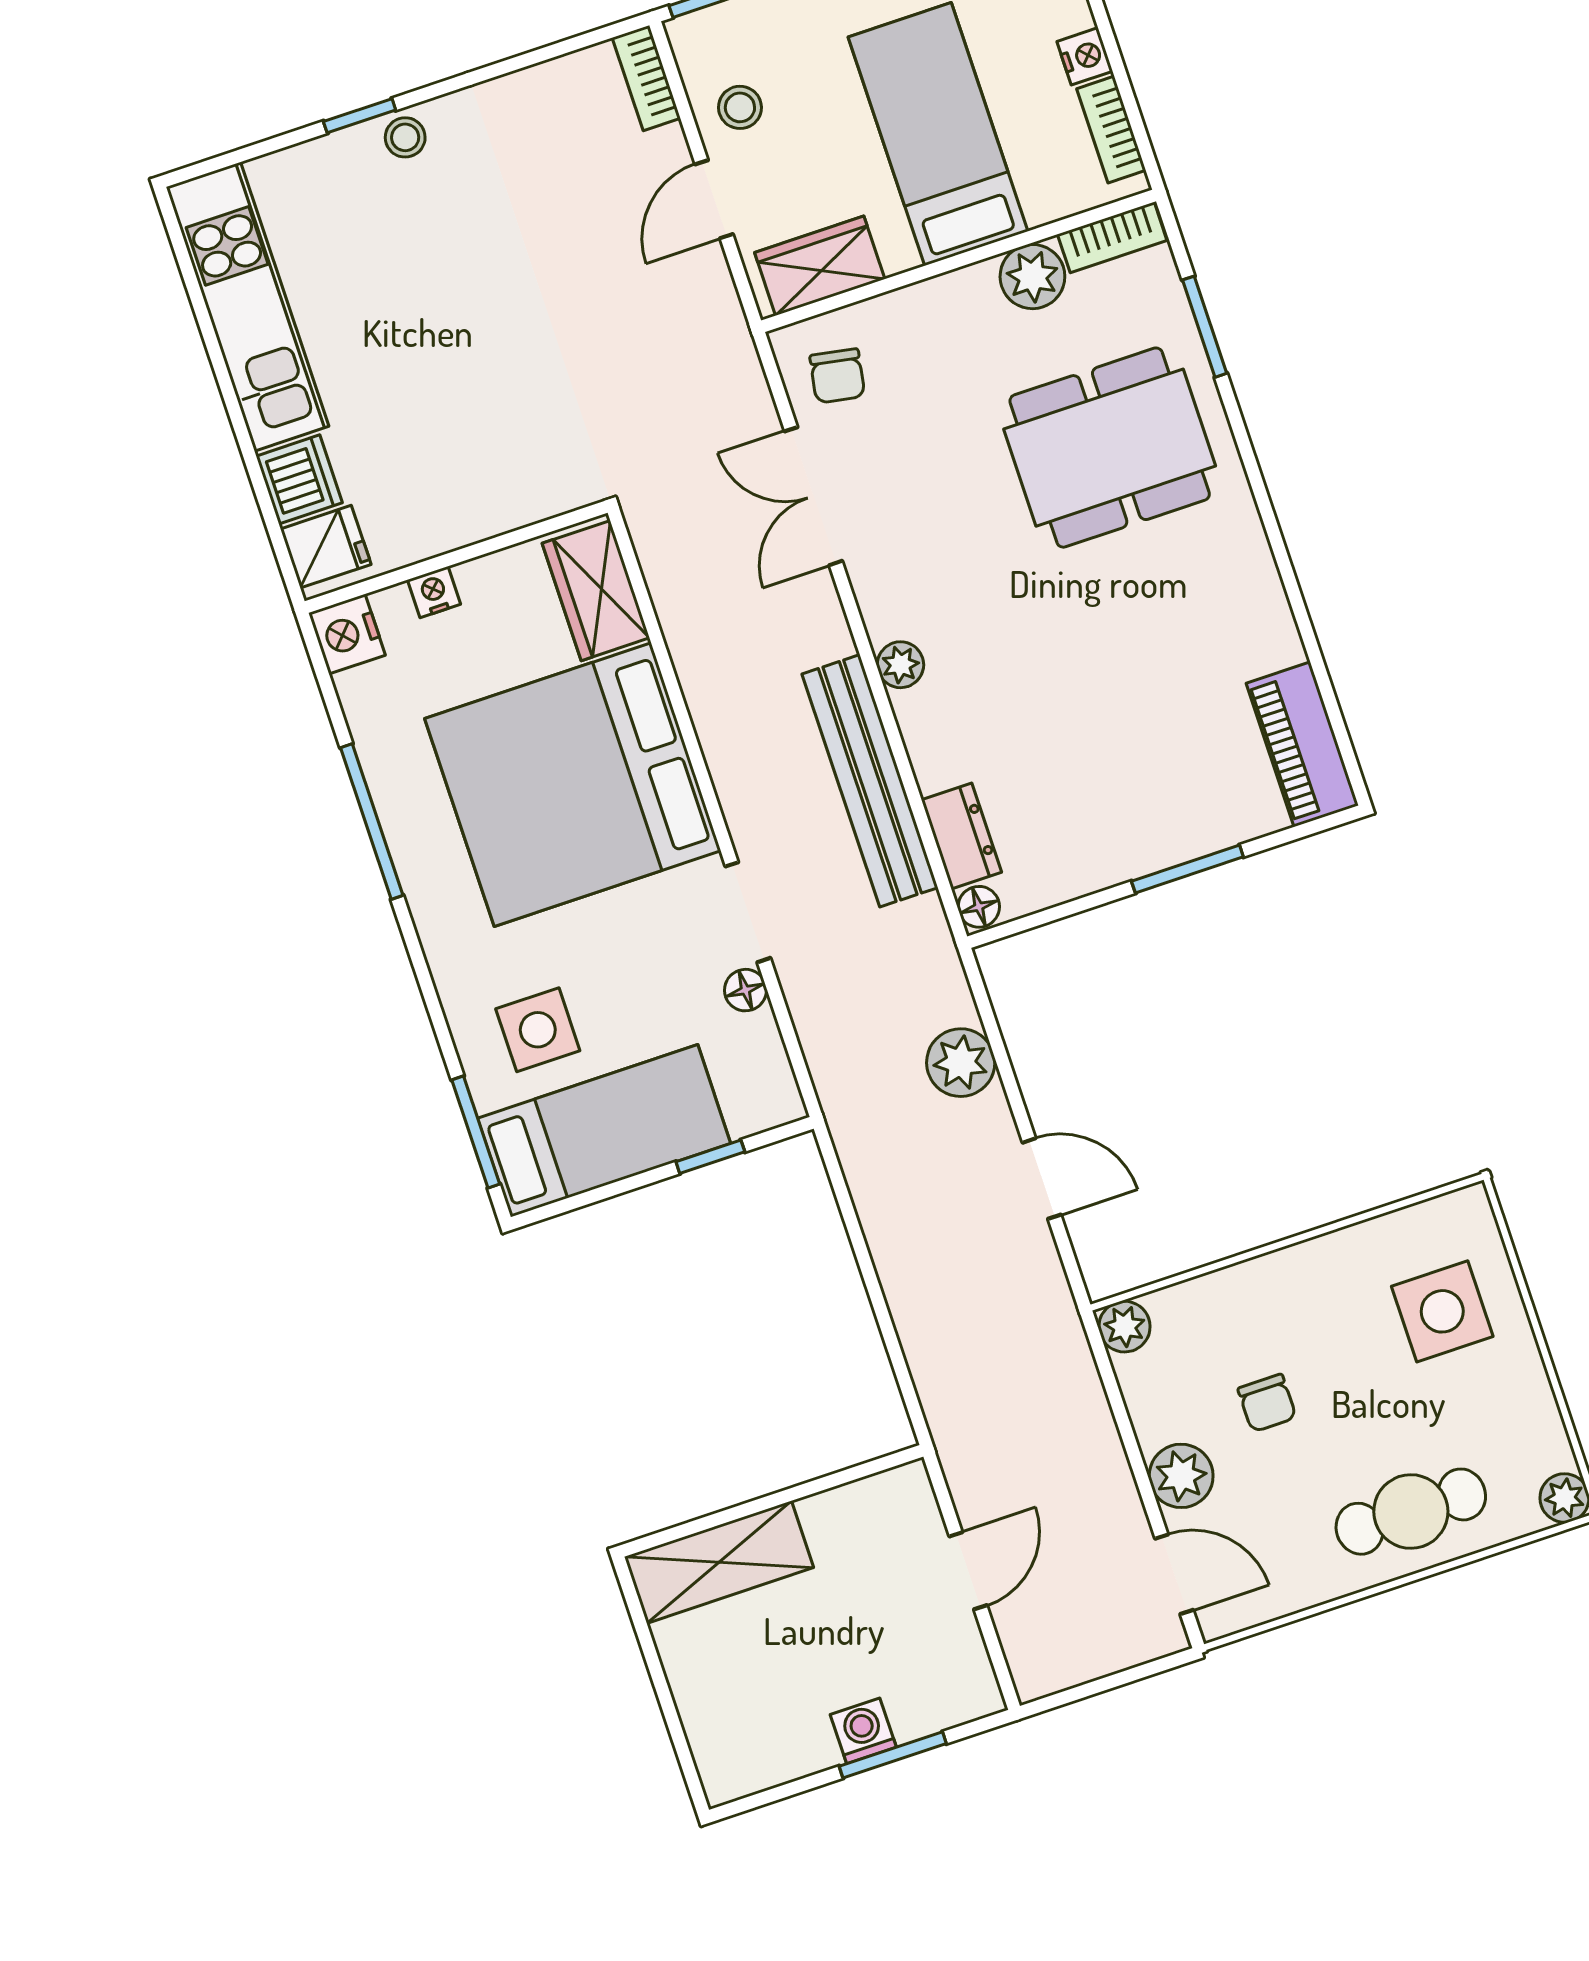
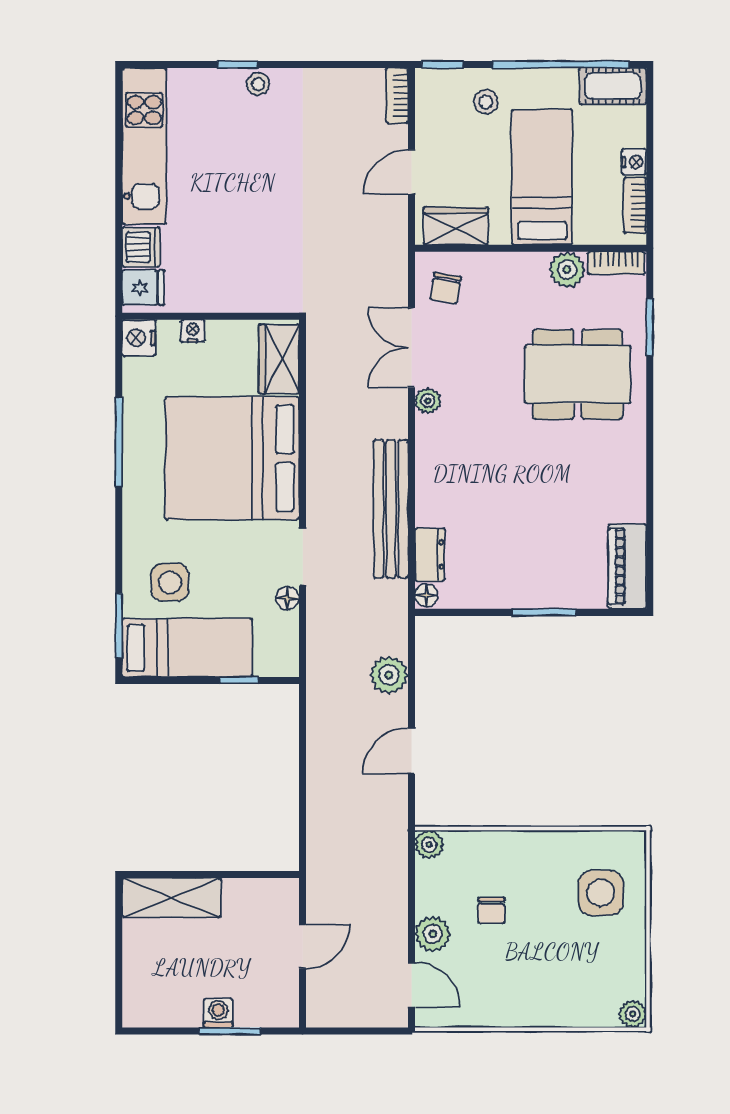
stool: (740, 107) -> (486, 102), moved
plant: (900, 665) -> (428, 401), moved
door: (1042, 1179) -> (411, 751), swing flipped
cafe table: (1411, 1512) -> (548, 994), removed

